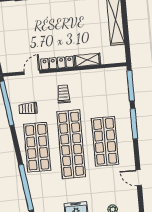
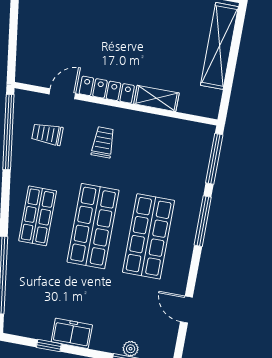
trolley: (28, 108) -> (47, 134), moved
shop shelf: (71, 144) -> (93, 226), width x0.71
shop shelf: (37, 147) -> (38, 216), width x0.70, depth x0.74

